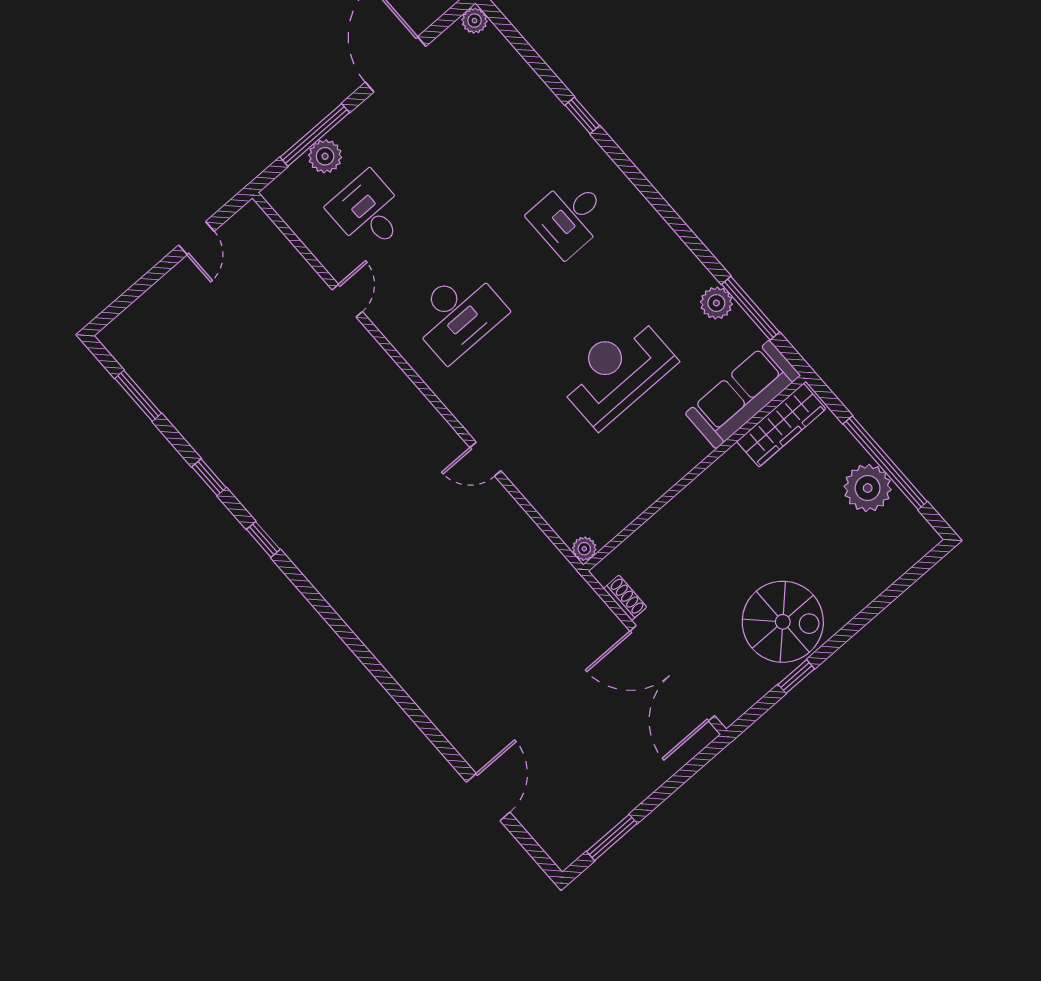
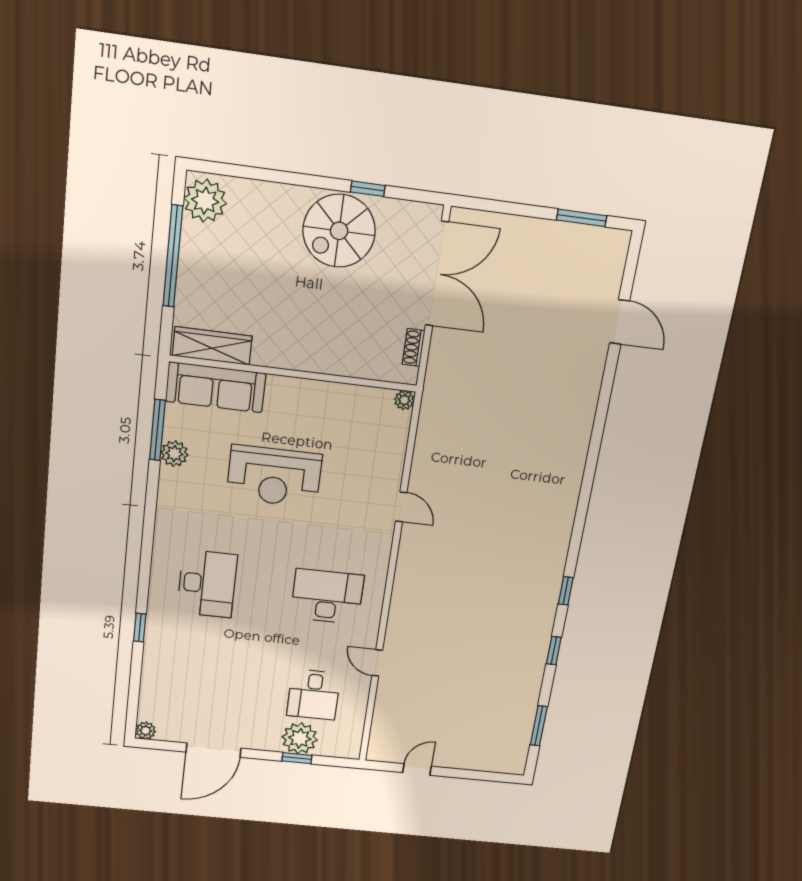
window: (315, 135) -> (297, 758), width x0.46
plant: (325, 156) -> (300, 738), width x1.36, depth x1.36
desk: (569, 217) -> (207, 584), width x1.37
door: (347, 301) -> (377, 663), hinge flipped
plant: (868, 488) -> (205, 201), moved
spiral stairs: (783, 622) -> (339, 231), turned -90
door: (488, 797) -> (620, 322), swing flipped

